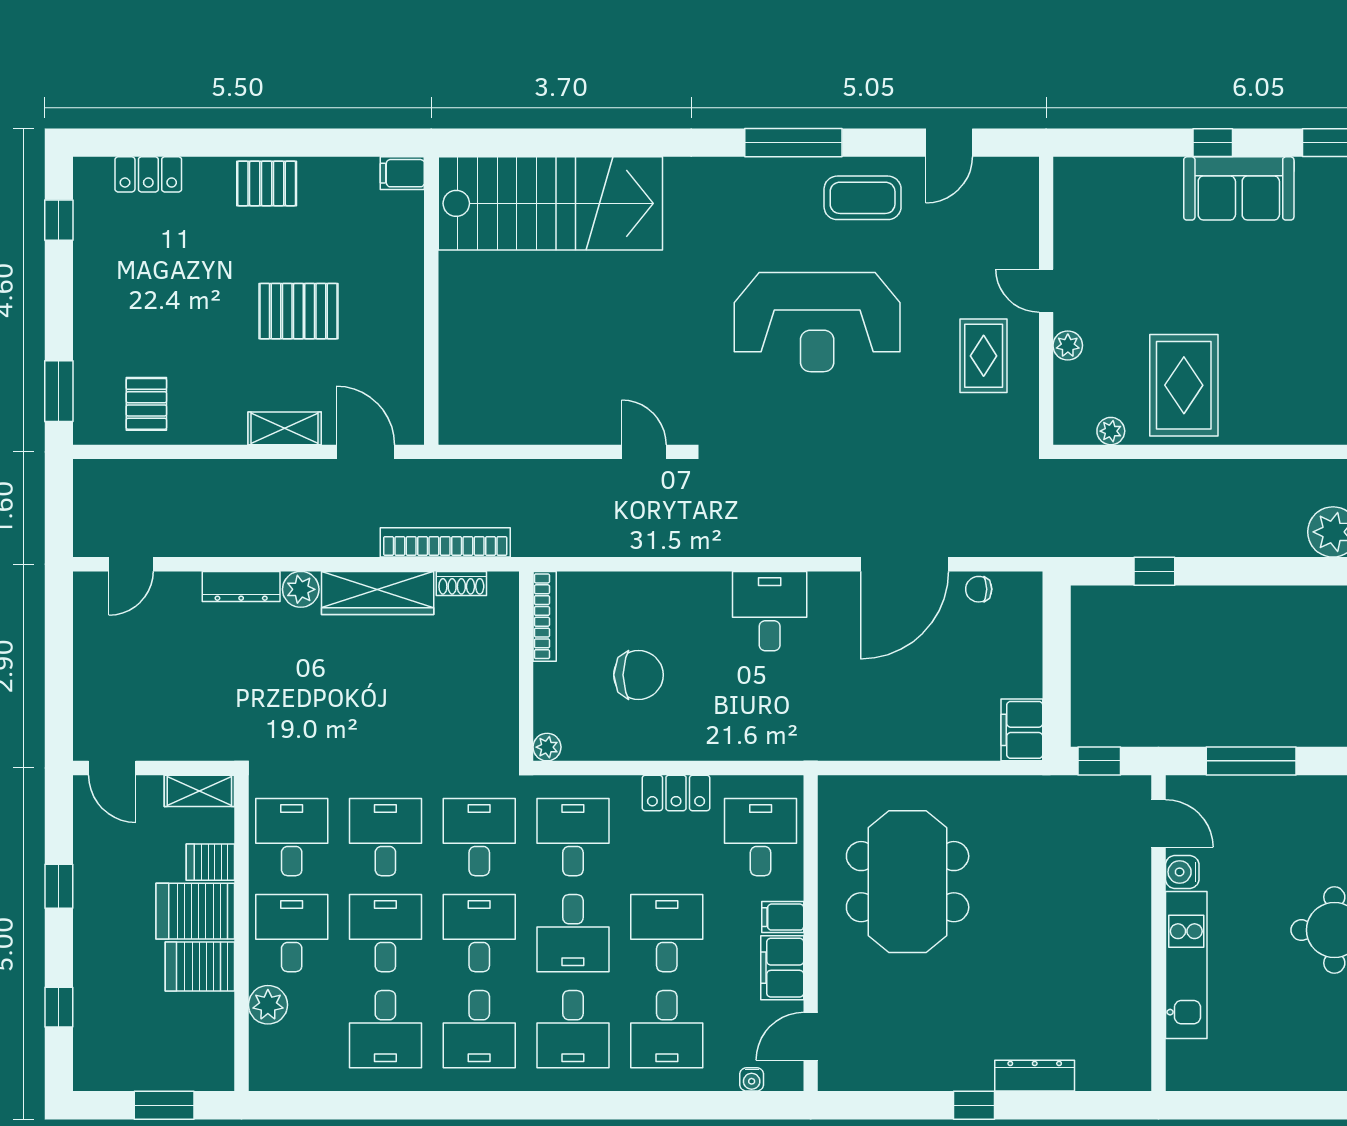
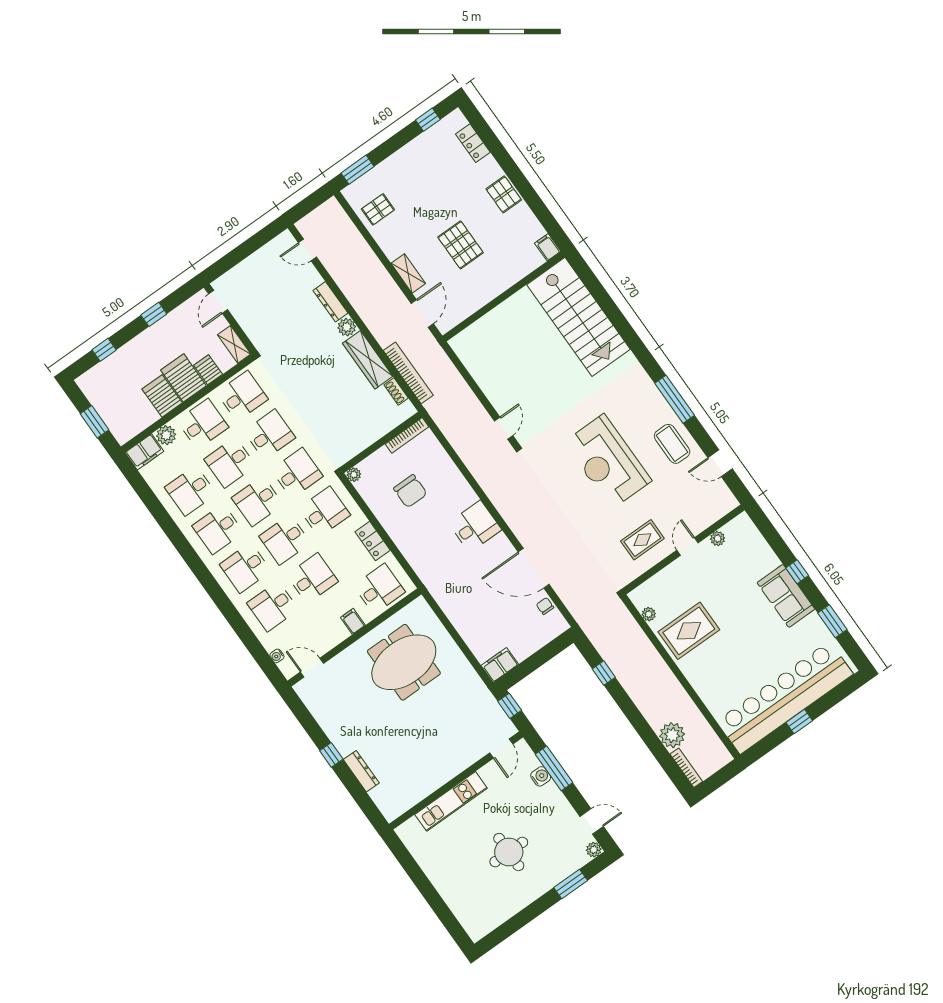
plant: (1068, 345) -> (718, 539), moved
water cooler: (1182, 872) -> (541, 776), moved, turned 90
desk: (385, 933) -> (230, 463), turned 180
desk: (479, 933) -> (257, 501), turned 180
filing cabinet: (782, 968) -> (144, 452), moved, turned 180

